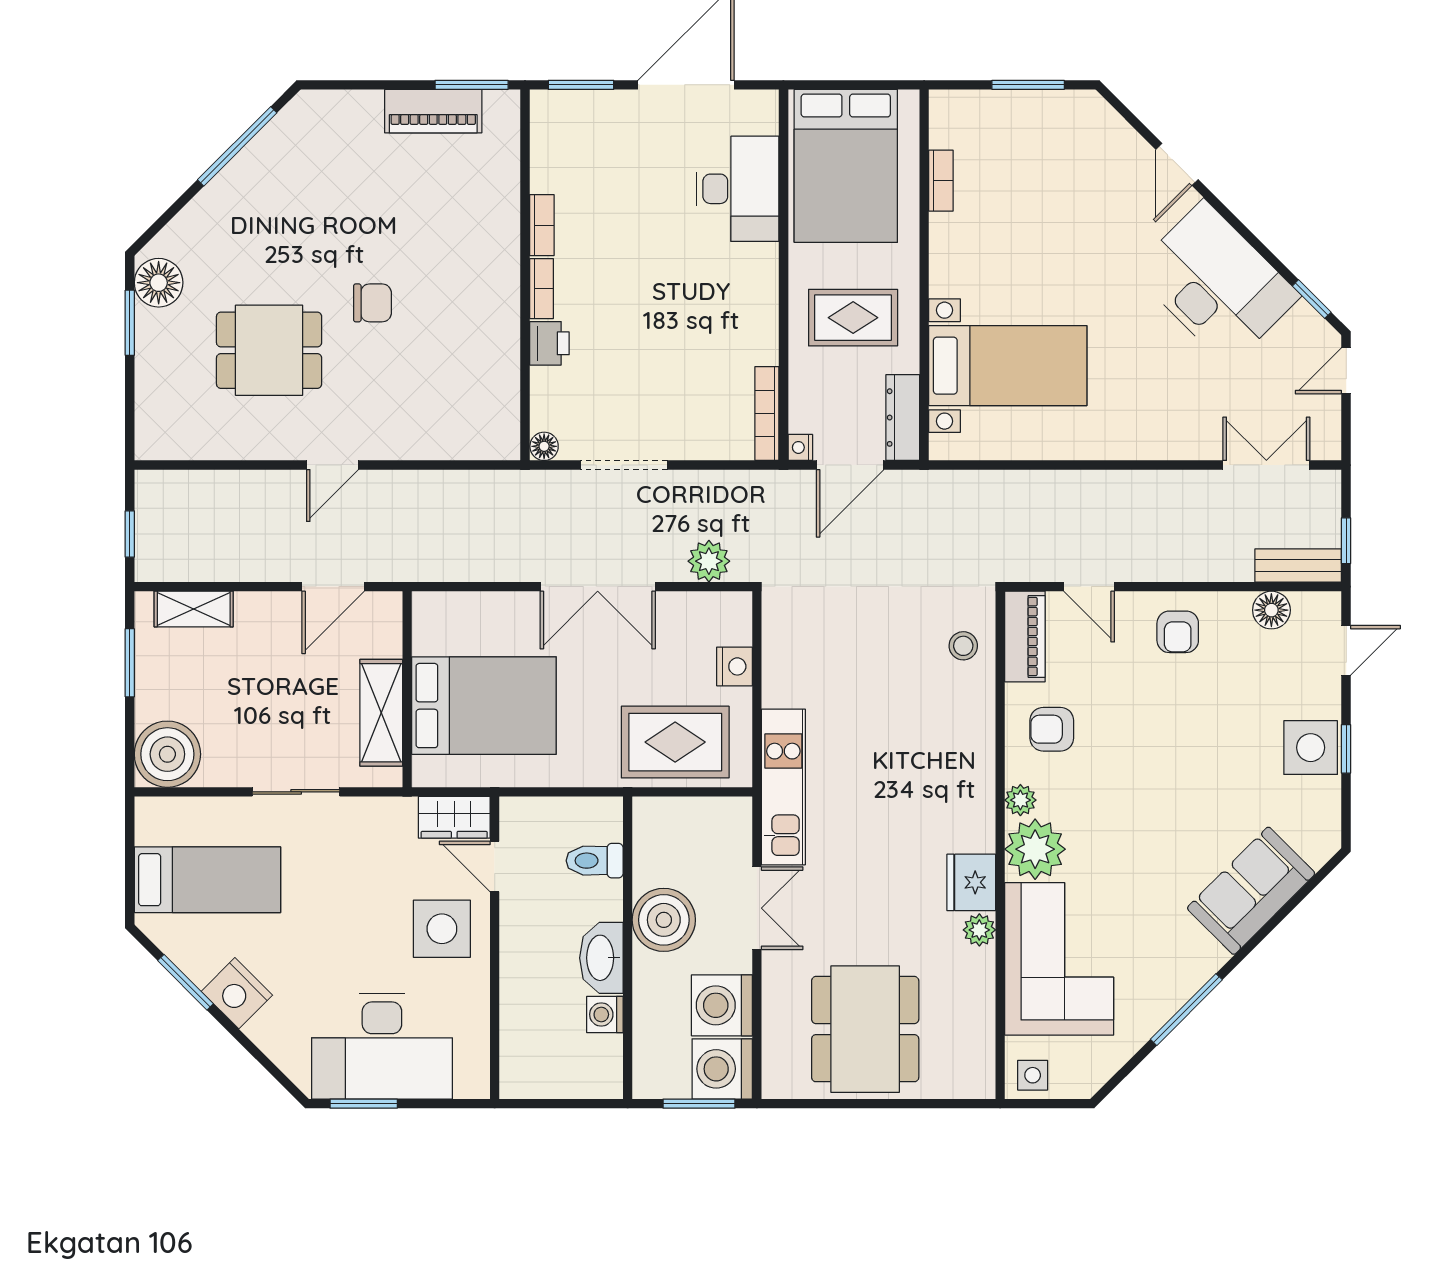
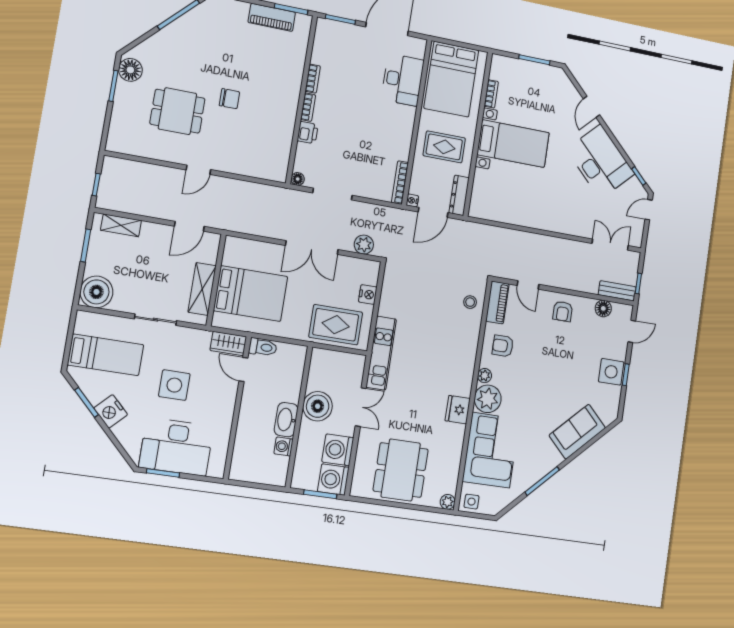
bed with nightstands: (1008, 366) -> (513, 144), moved
toilet: (595, 861) -> (263, 347), moved, turned 180
side table: (442, 929) -> (174, 385), moved
plant: (979, 930) -> (448, 502), moved

